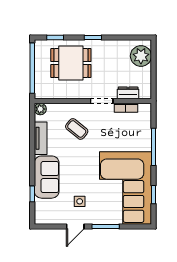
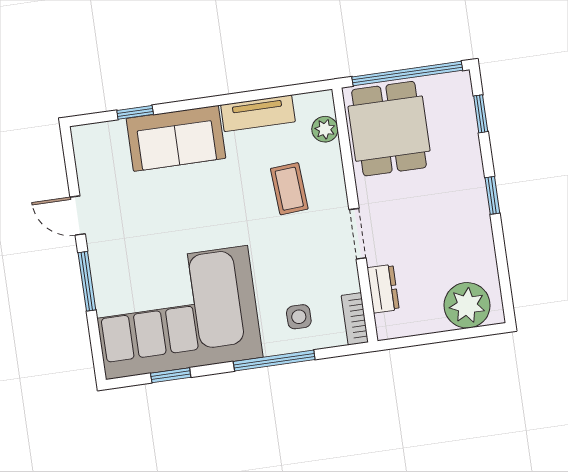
dining table: (71, 63) -> (389, 129), moved
bookcase: (126, 108) -> (355, 319), moved
plant: (40, 109) -> (325, 129), moved
coffee table: (77, 129) -> (289, 189), turned -43
side table: (80, 201) -> (299, 317), moved

